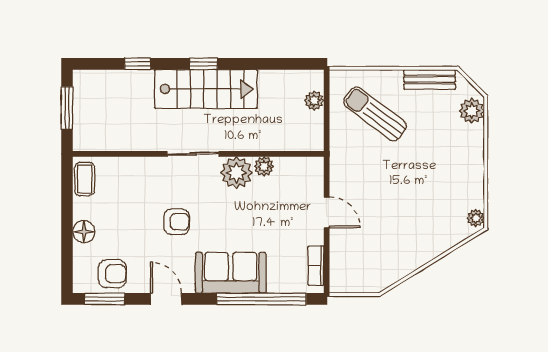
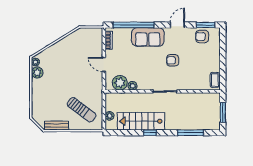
window: (138, 64) -> (190, 133), width x2.17
window: (203, 64) -> (150, 133), moved
stairs: (206, 89) -> (141, 121), moved
plant: (472, 111) -> (37, 72), moved
plant: (236, 173) -> (120, 83), moved
floor lamp: (84, 232) -> (215, 56), removed
door: (166, 299) -> (177, 25), swing flipped

